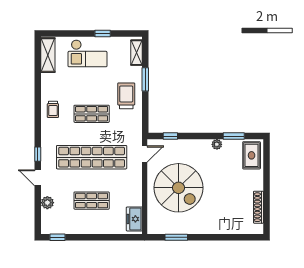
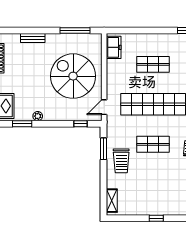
window: (103, 34) -> (156, 218), moved
checkout: (88, 53) -> (157, 200), removed
window: (145, 79) -> (104, 149), moved
bench: (222, 229) -> (33, 38), added
window: (176, 237) -> (75, 30), width x1.44

